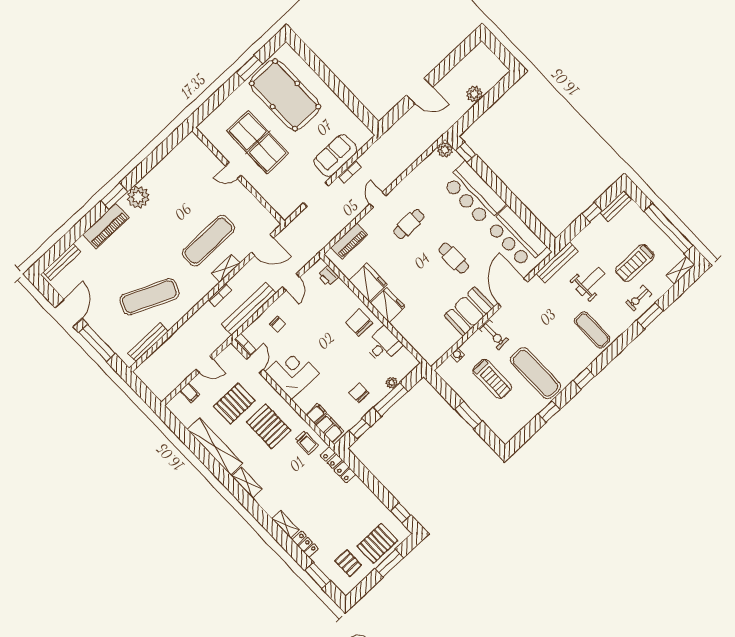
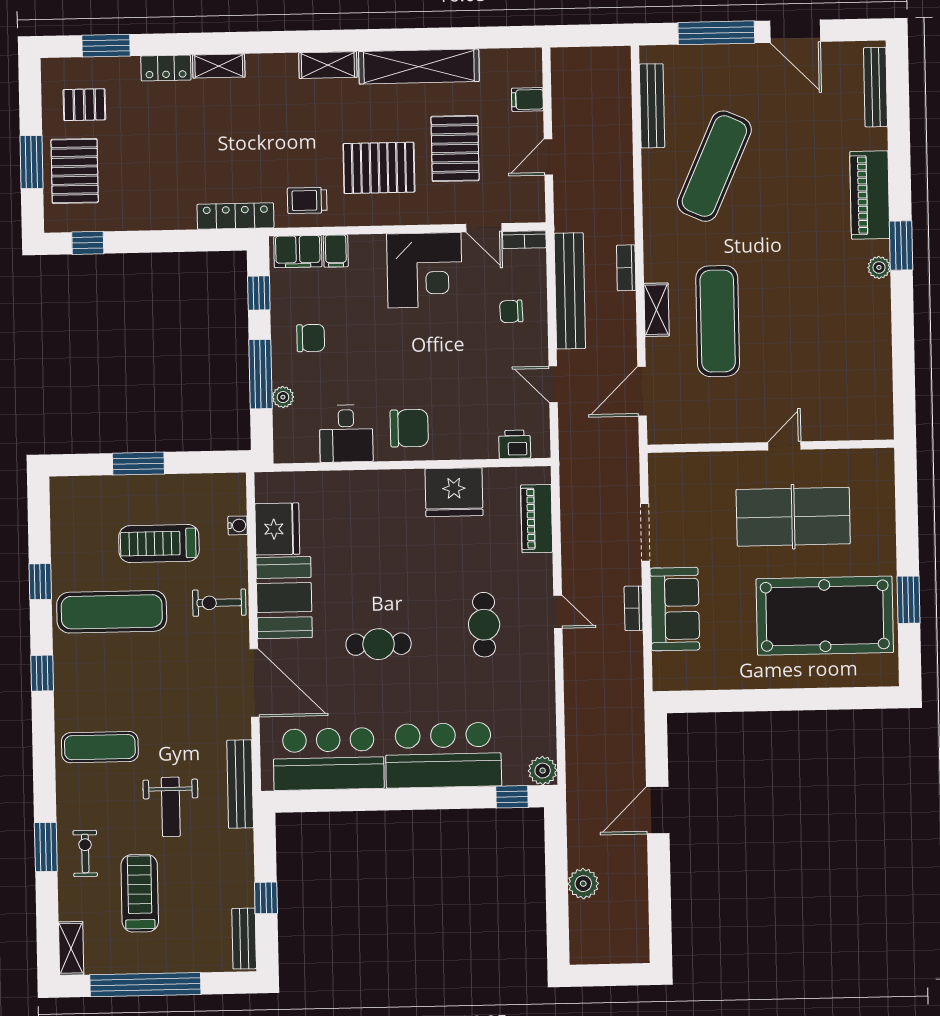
plant: (138, 197) -> (879, 267), width x0.53, depth x0.53
fridge: (388, 305) -> (277, 529), moved, turned -90

